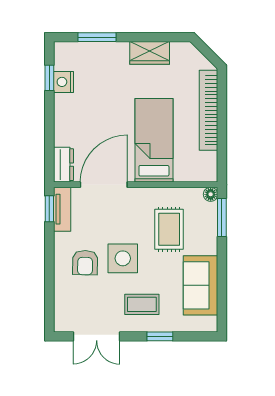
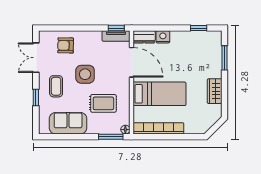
nightstand: (64, 82) -> (163, 37), moved
bookcase: (209, 110) -> (158, 128), moved
armchair: (85, 263) -> (66, 45), moved

